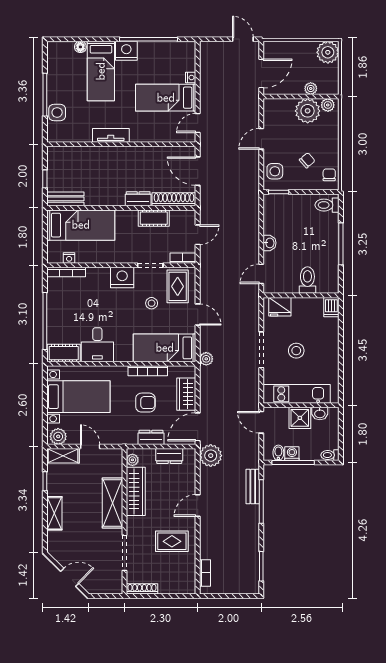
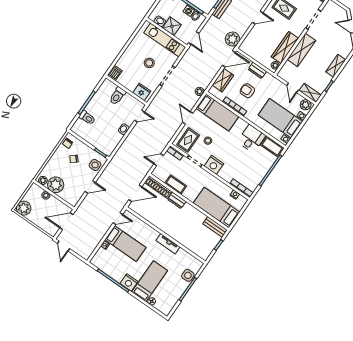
door: (198, 171) -> (135, 193), hinge flipped
toilet: (327, 205) -> (87, 118), moved
dresser: (169, 456) -> (254, 54), removed

